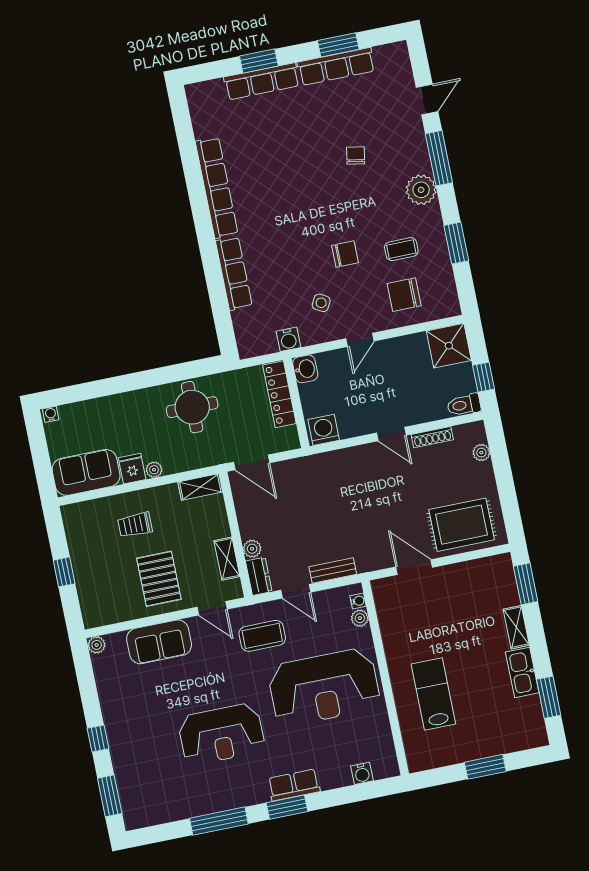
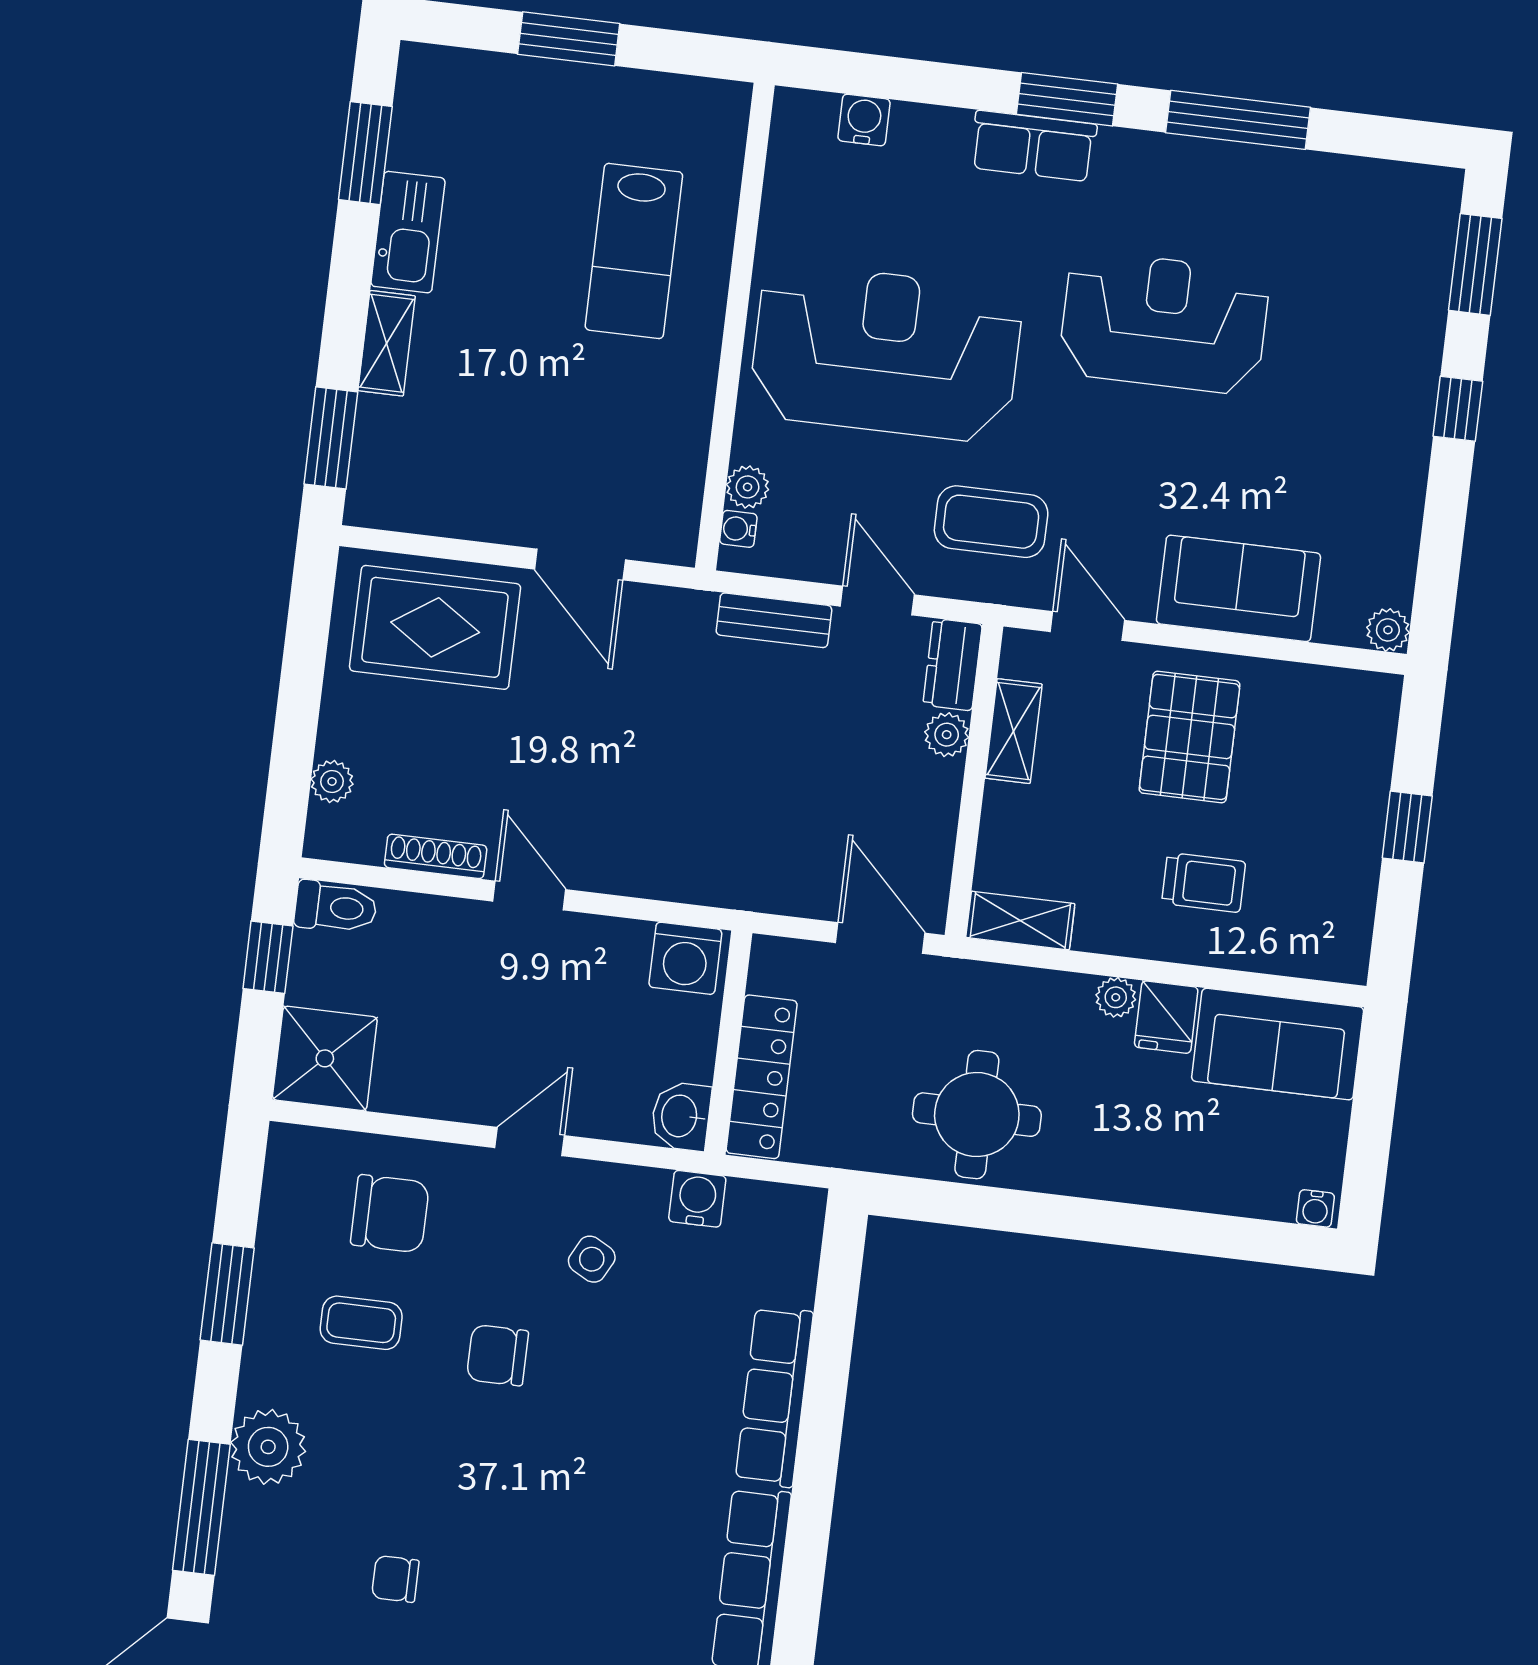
chair: (356, 155) -> (395, 1579), turned 80

